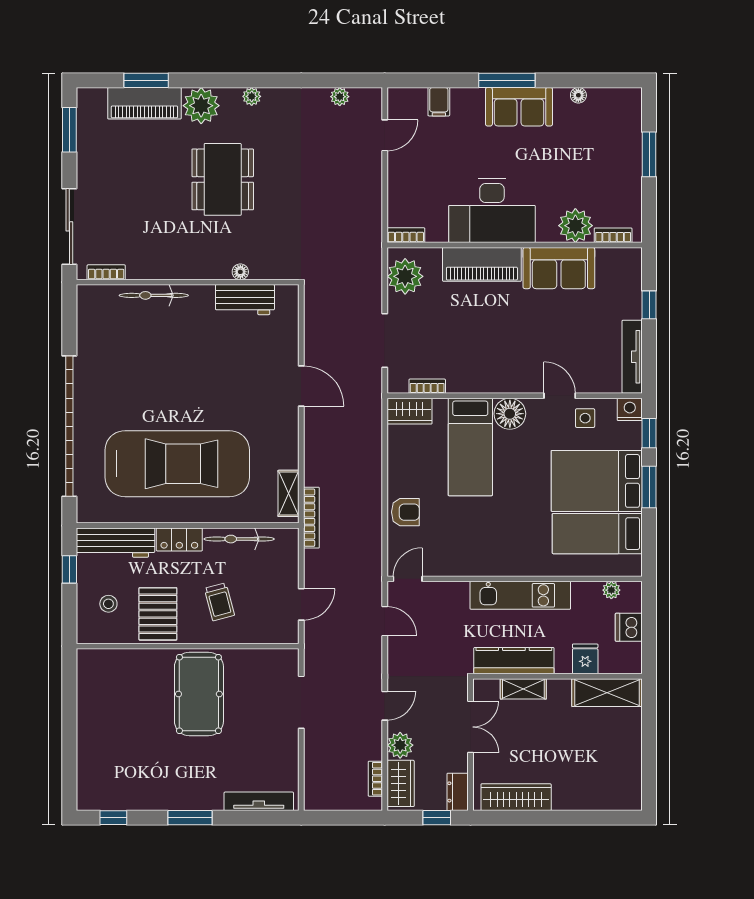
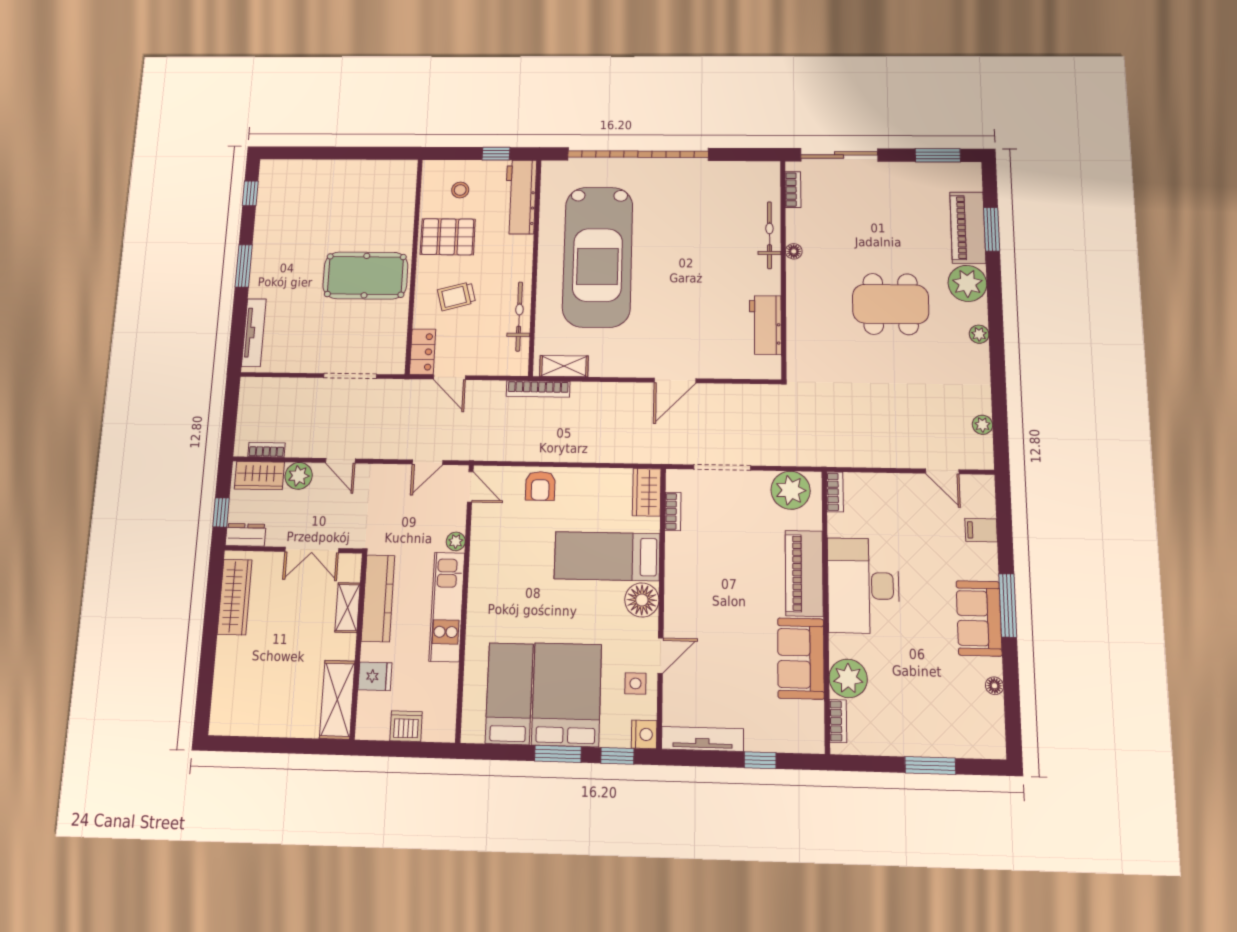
floor lamp: (240, 272) -> (794, 251), moved
locker: (179, 539) -> (423, 352), moved, turned 180
plant: (611, 590) -> (456, 541), moved

